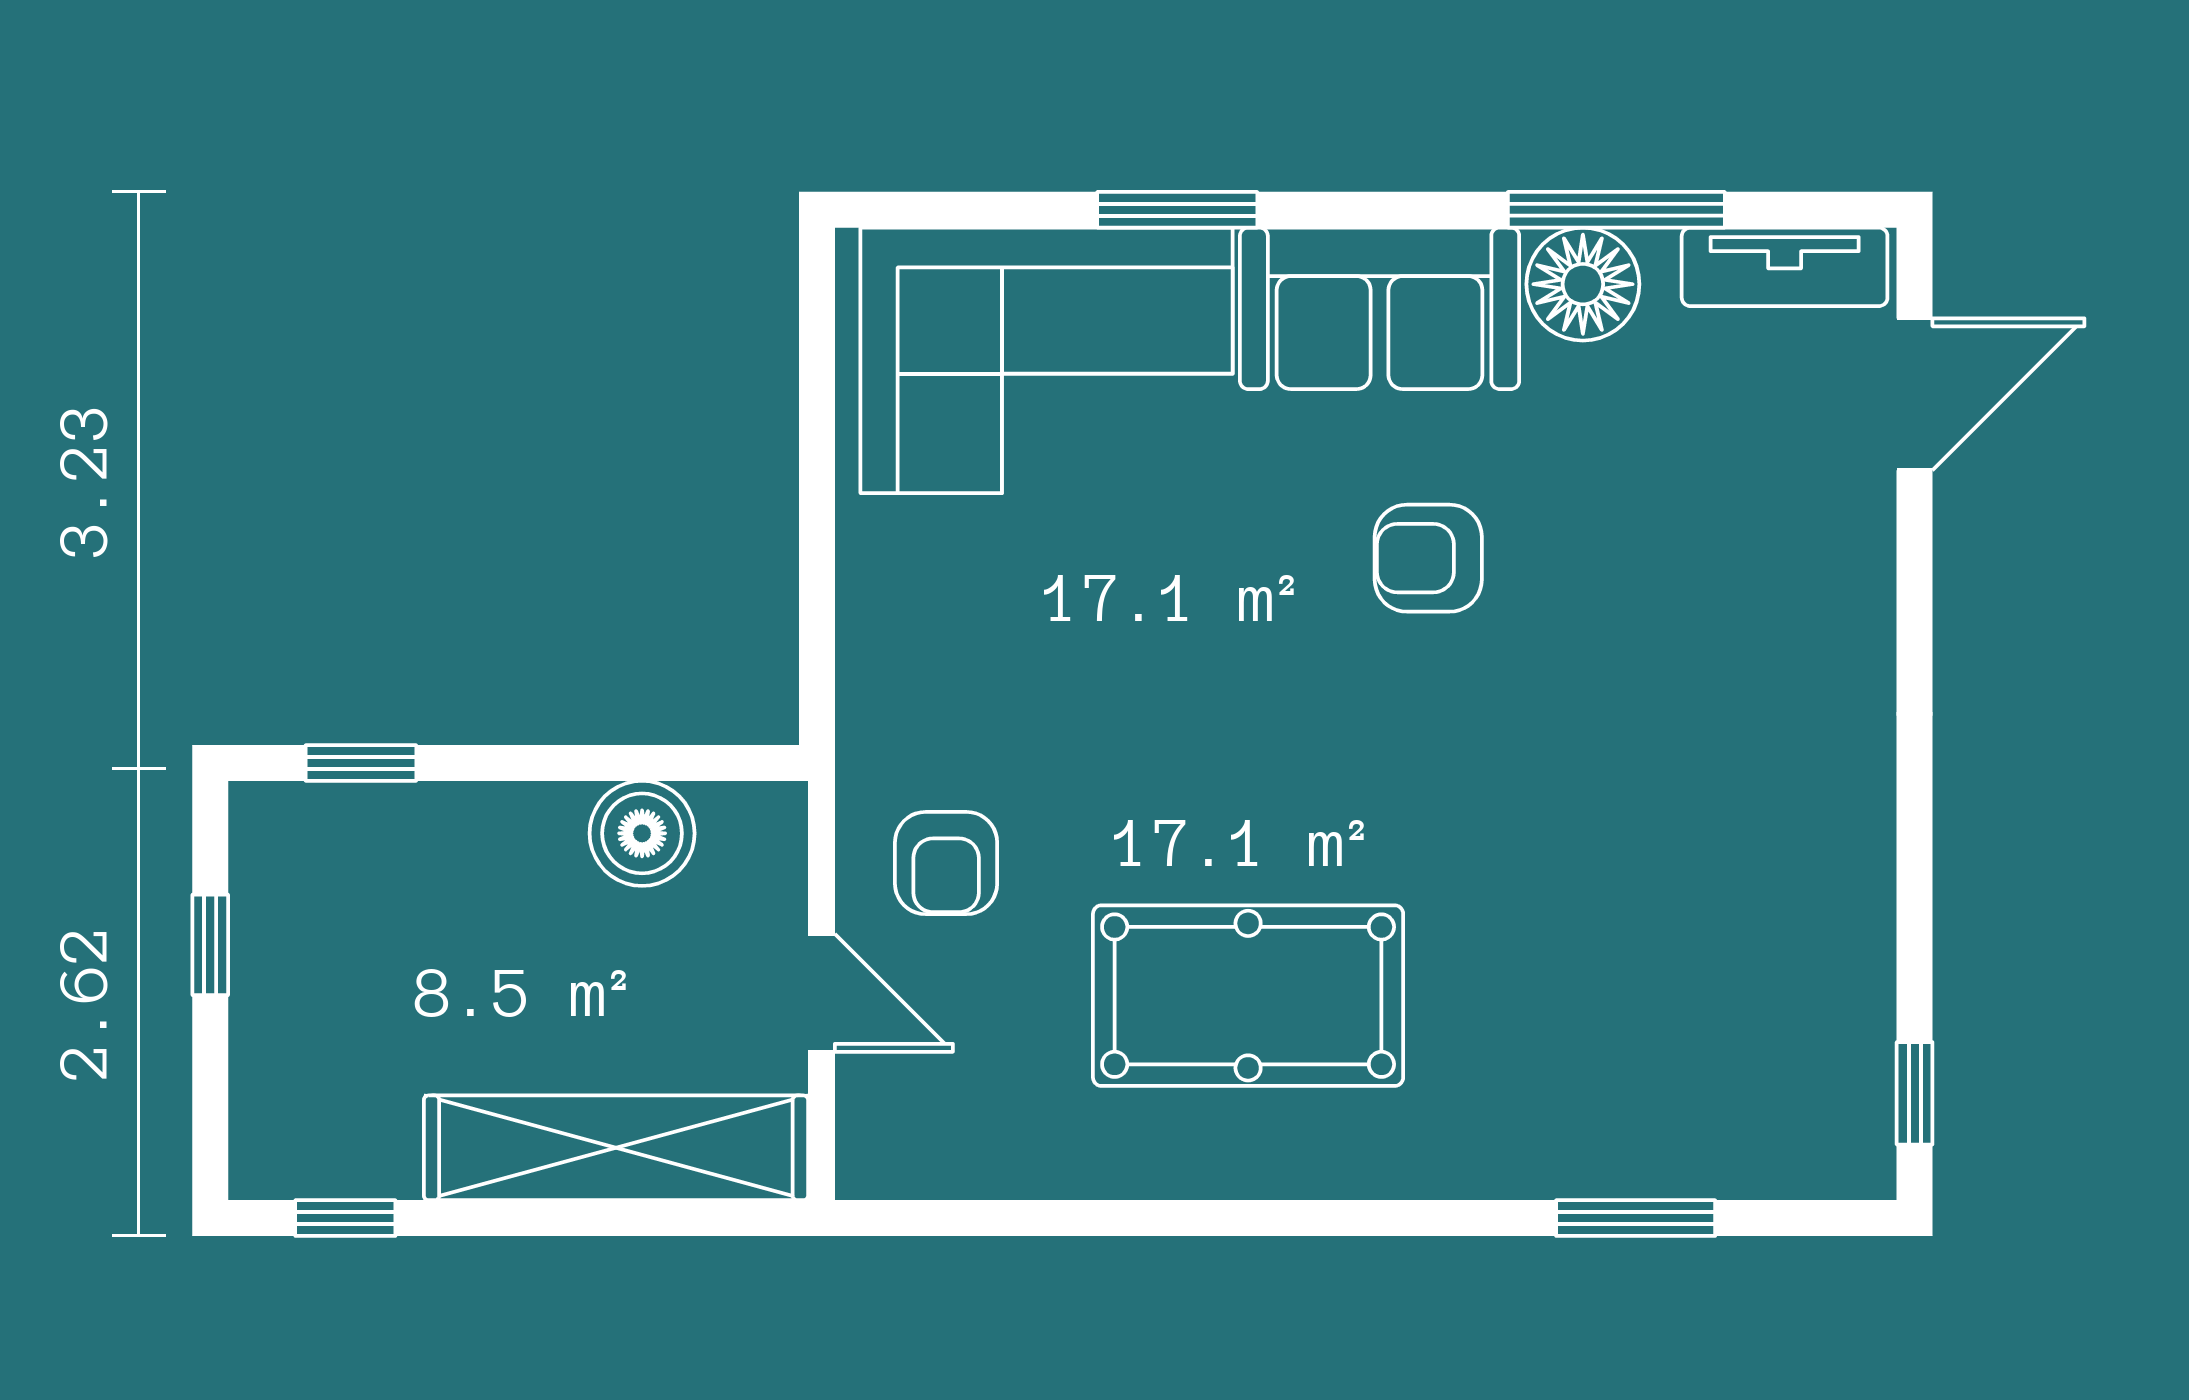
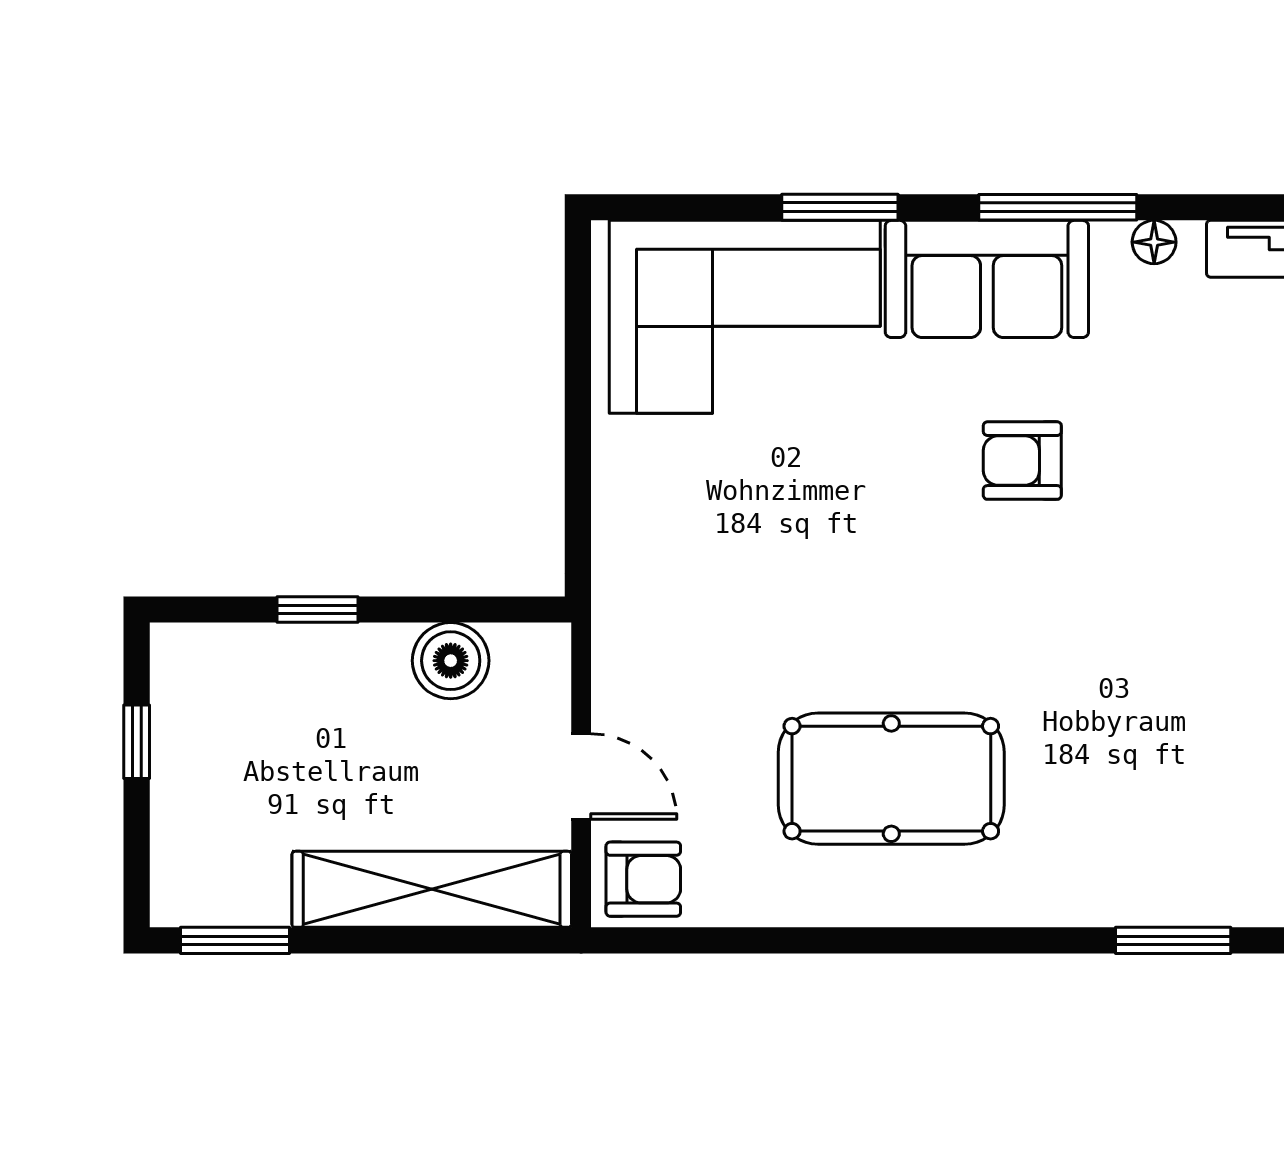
window: (1616, 210) -> (1058, 207), moved
floor lamp: (1583, 284) -> (1154, 242), width x0.53, depth x0.53
window: (361, 763) -> (318, 609), moved
armchair: (946, 863) -> (643, 879), moved, turned -90
window: (345, 1218) -> (235, 940), width x1.50

